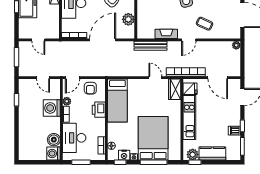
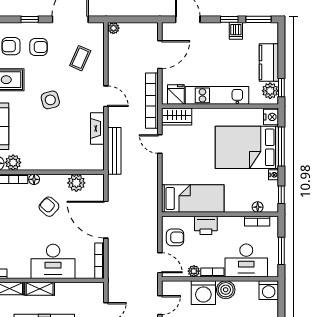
coffee table: (205, 24) -> (80, 58), moved
door: (155, 78) -> (160, 144), hinge flipped
boiler: (54, 140) -> (226, 290), moved
nightstand: (124, 155) -> (271, 117), moved

